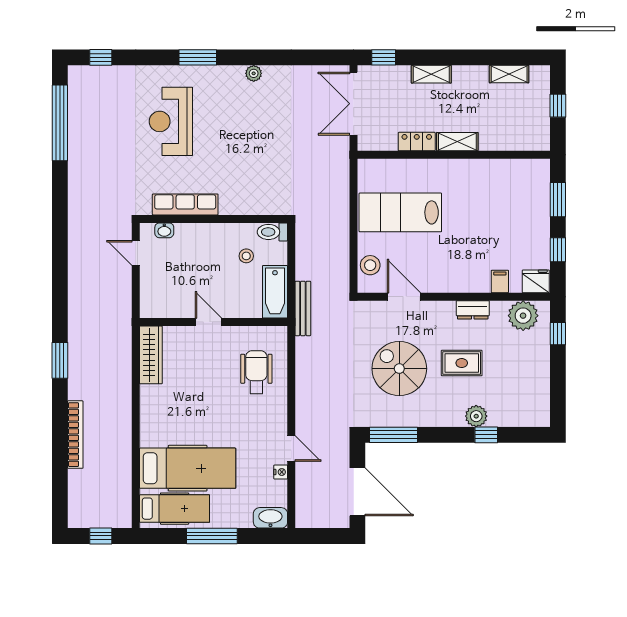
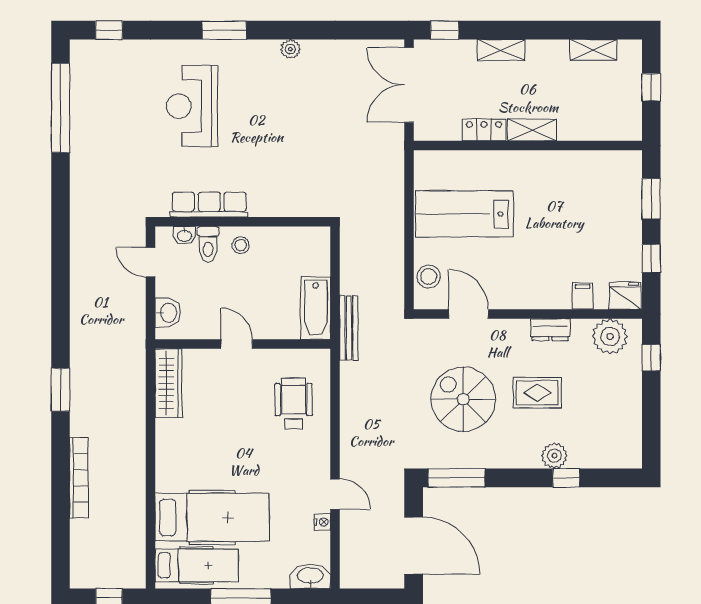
toilet: (272, 232) -> (208, 244), moved, turned -90
stool: (246, 256) -> (241, 245), moved
washbasin: (150, 296) -> (168, 313), added

